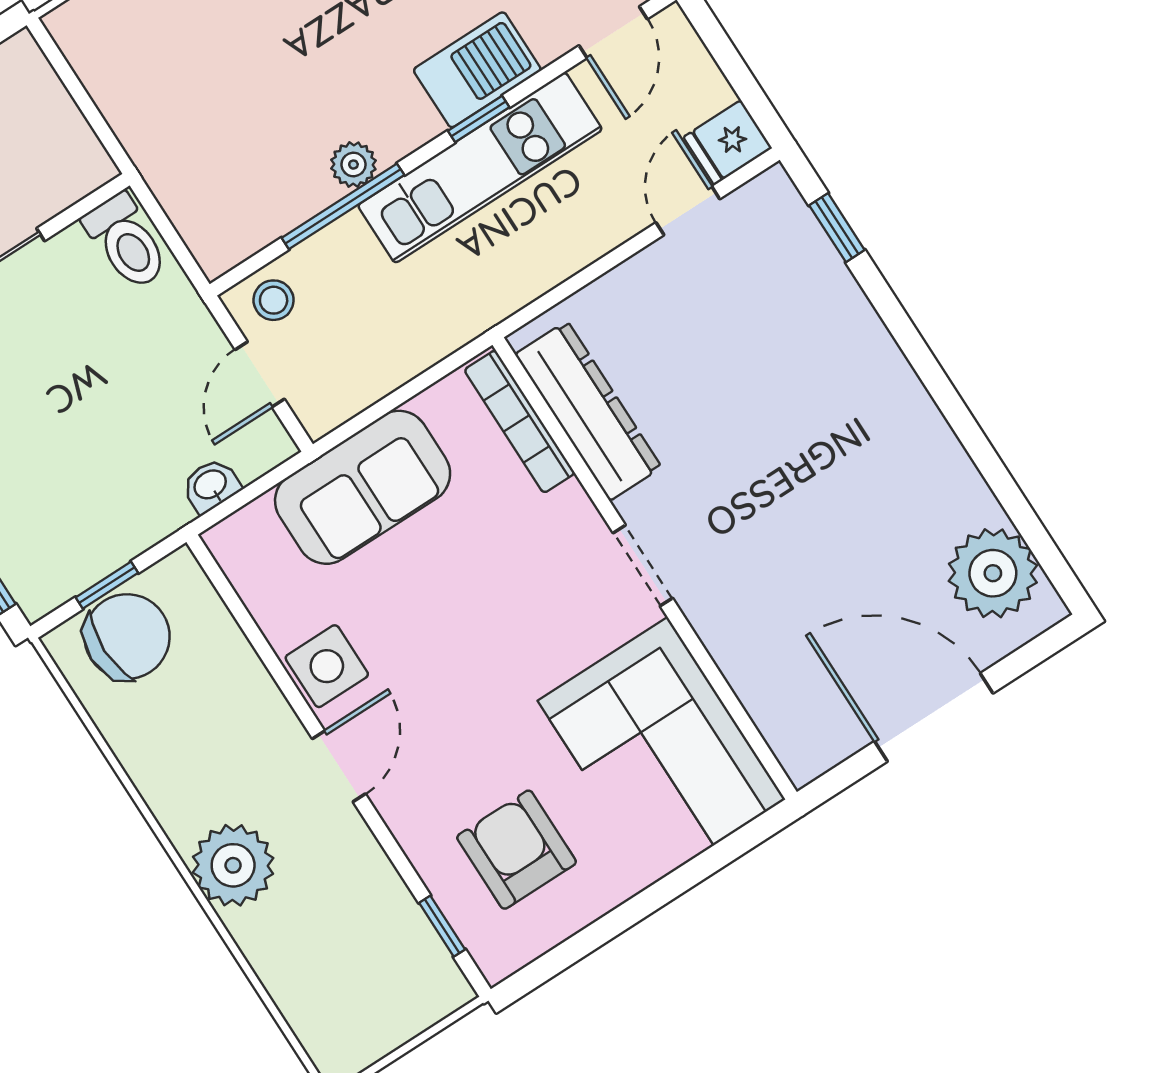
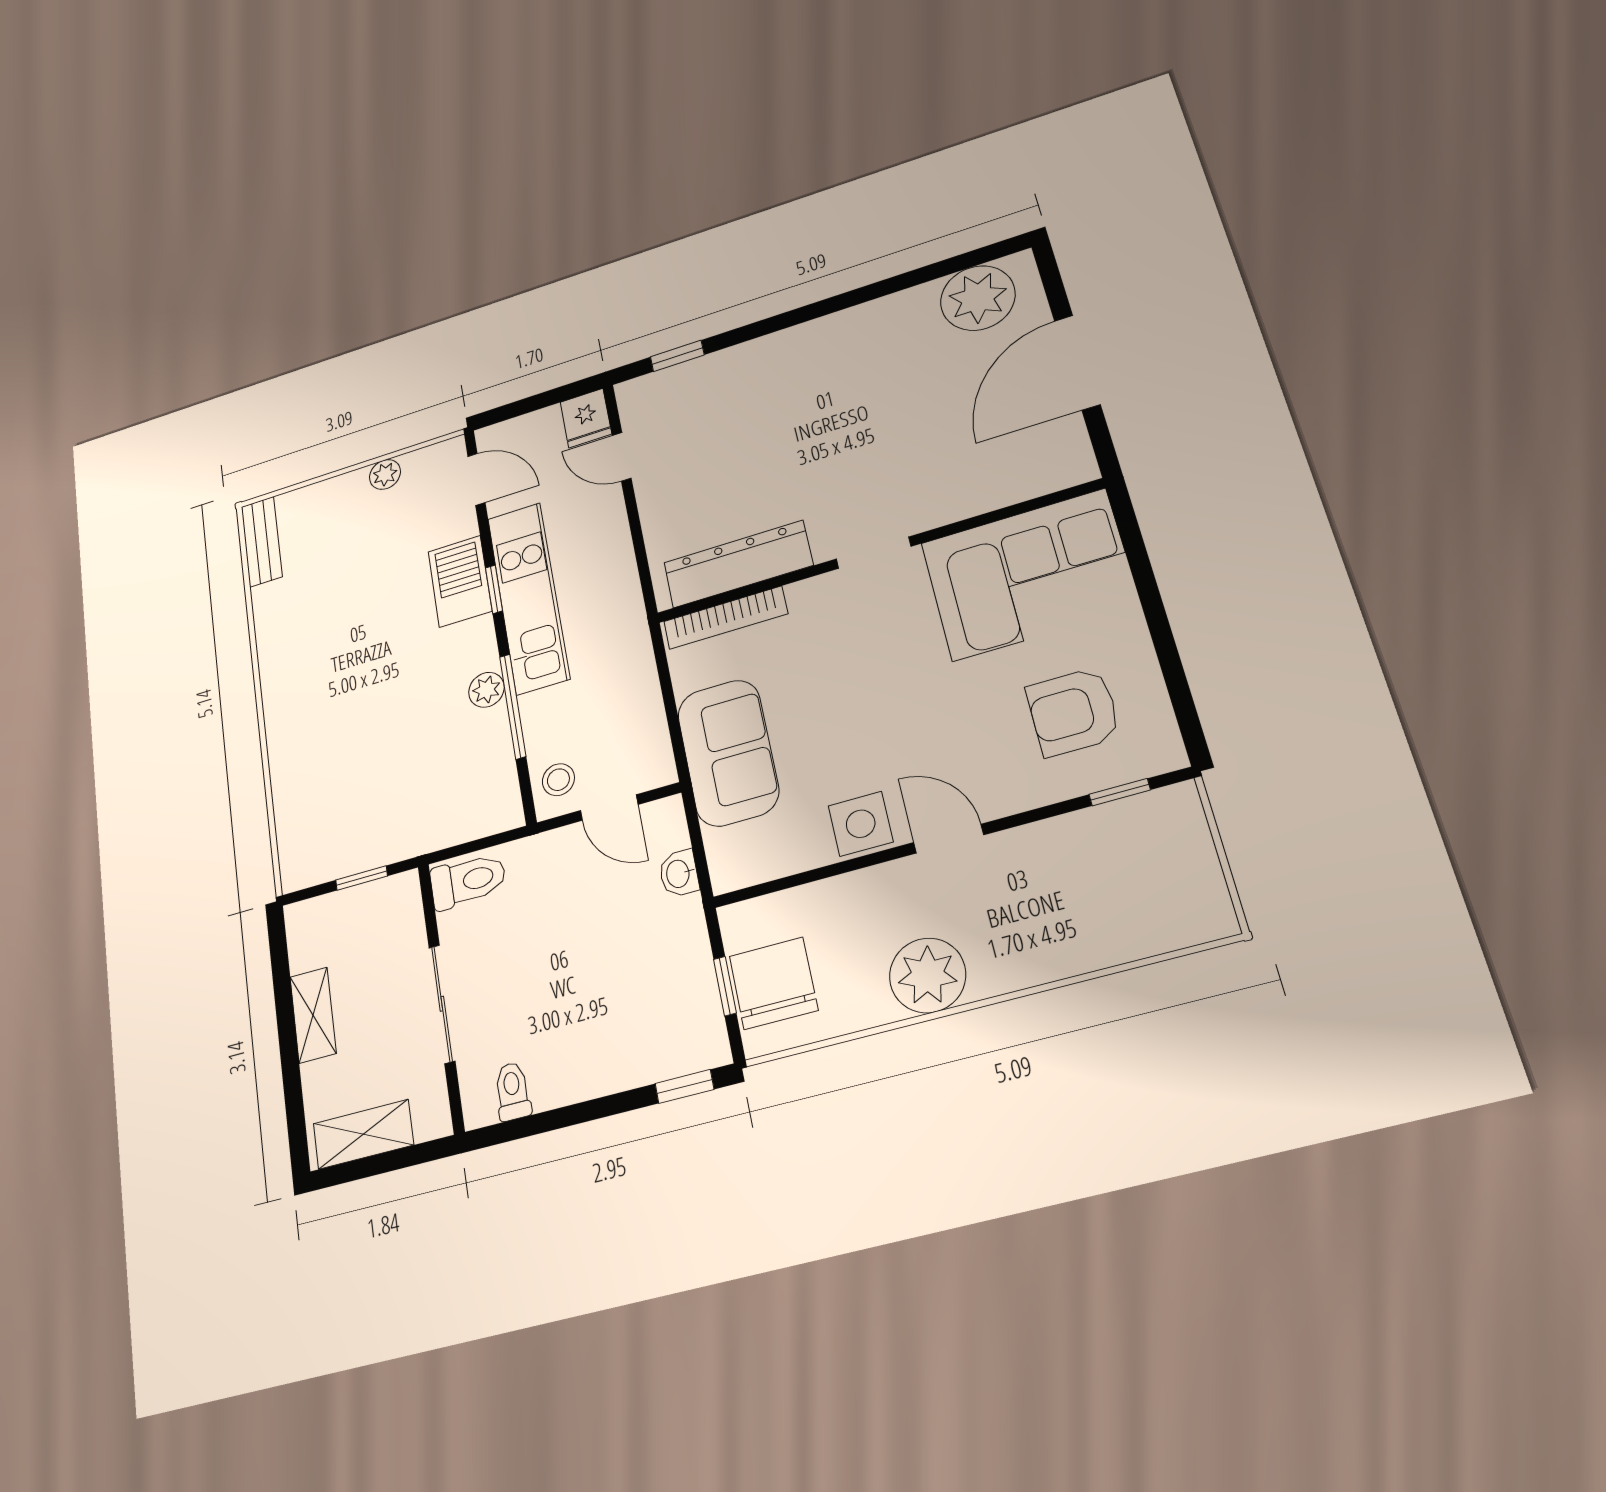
window: (89, 109) -> (362, 878), added
plant: (233, 865) -> (928, 975), moved

